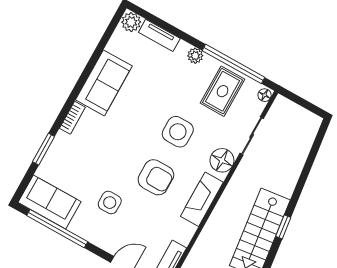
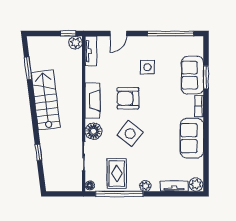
side table: (178, 132) -> (130, 134), turned 38
sofa: (50, 202) -> (192, 75), moved, turned 90
window: (283, 227) -> (38, 152), moved

